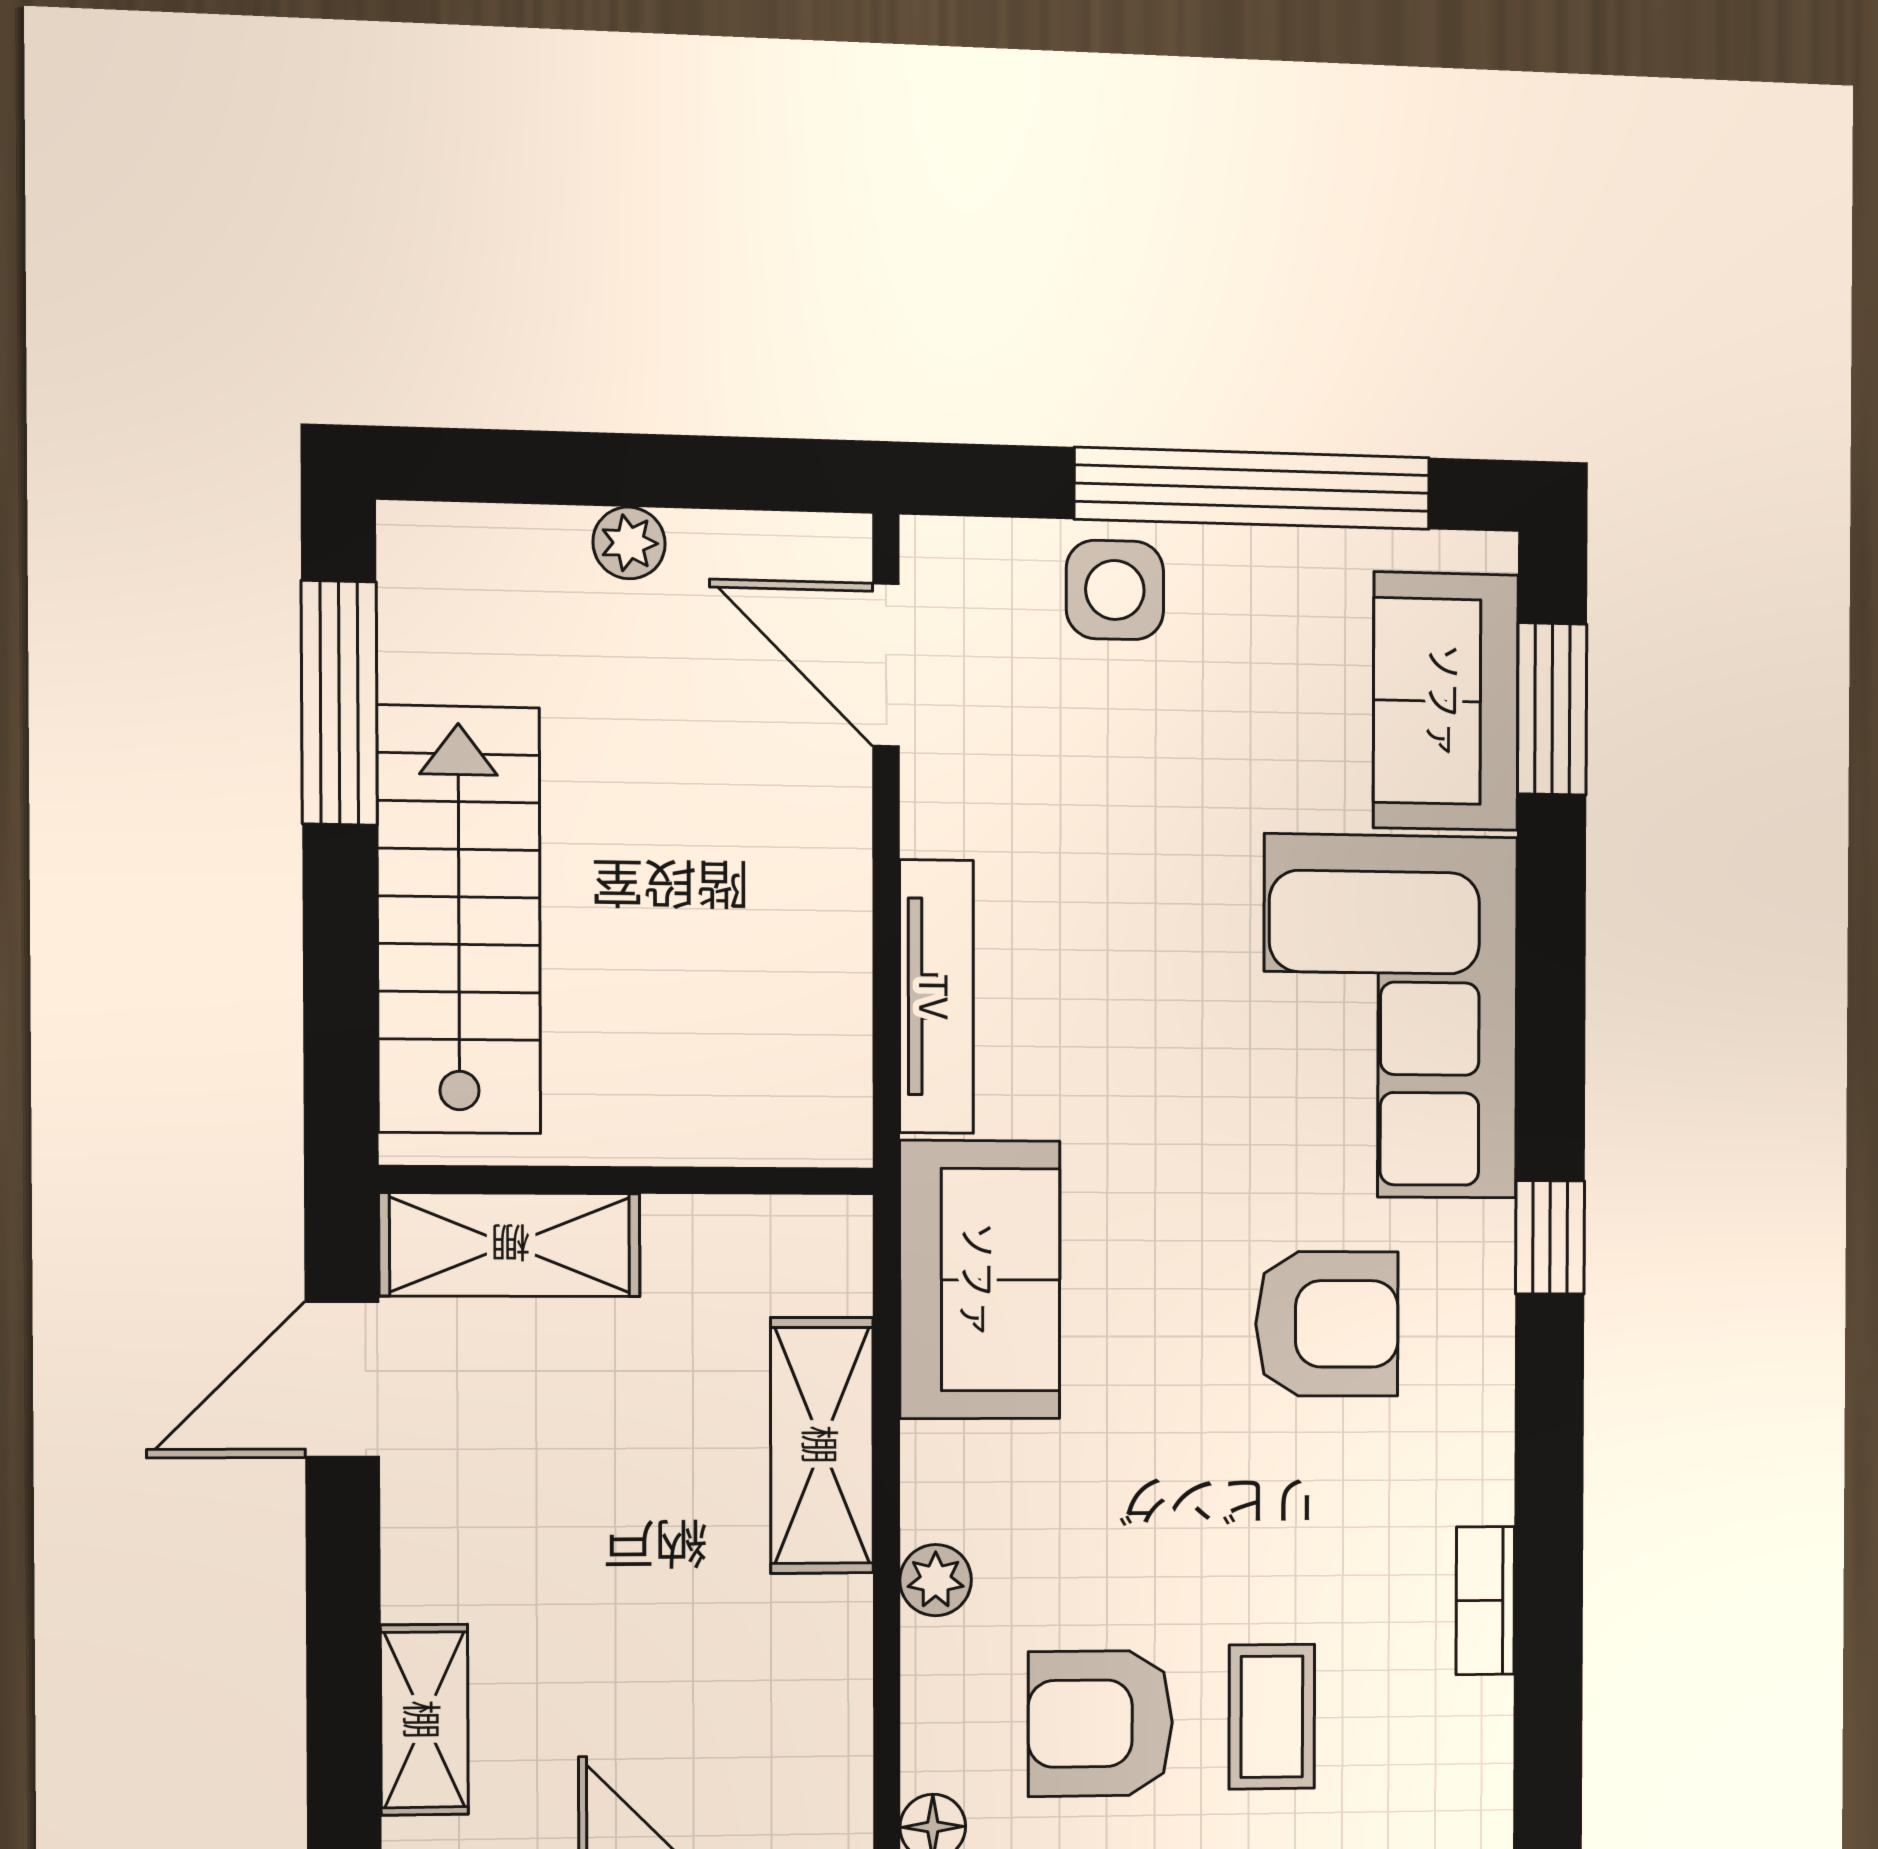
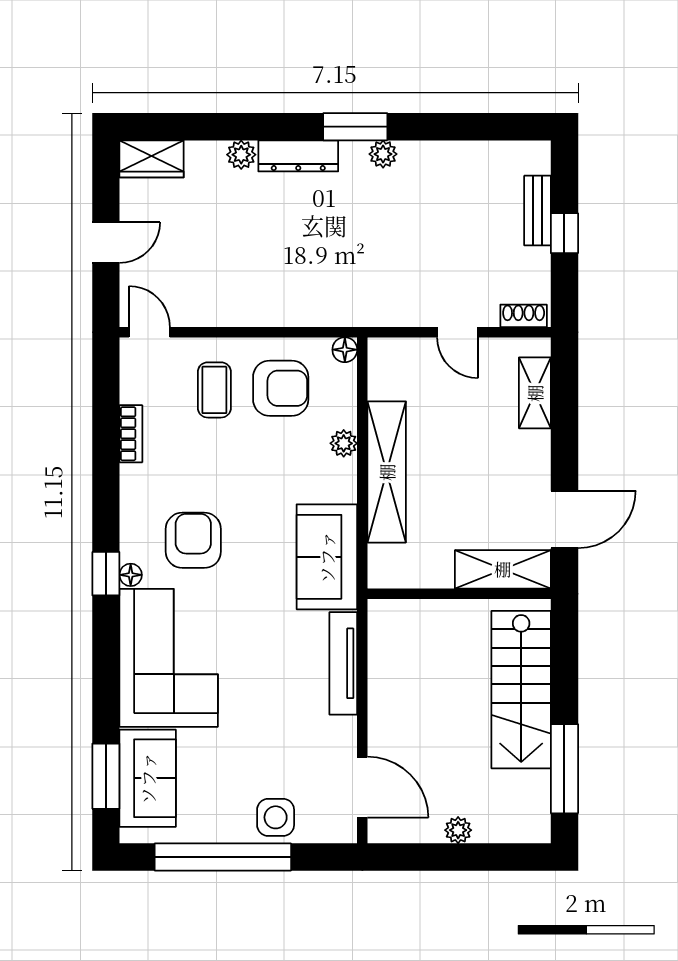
floor lamp: (1487, 1234) -> (131, 575), added
armchair: (1327, 1324) -> (193, 540), turned 90
shelving: (822, 1445) -> (387, 472), width x1.47

